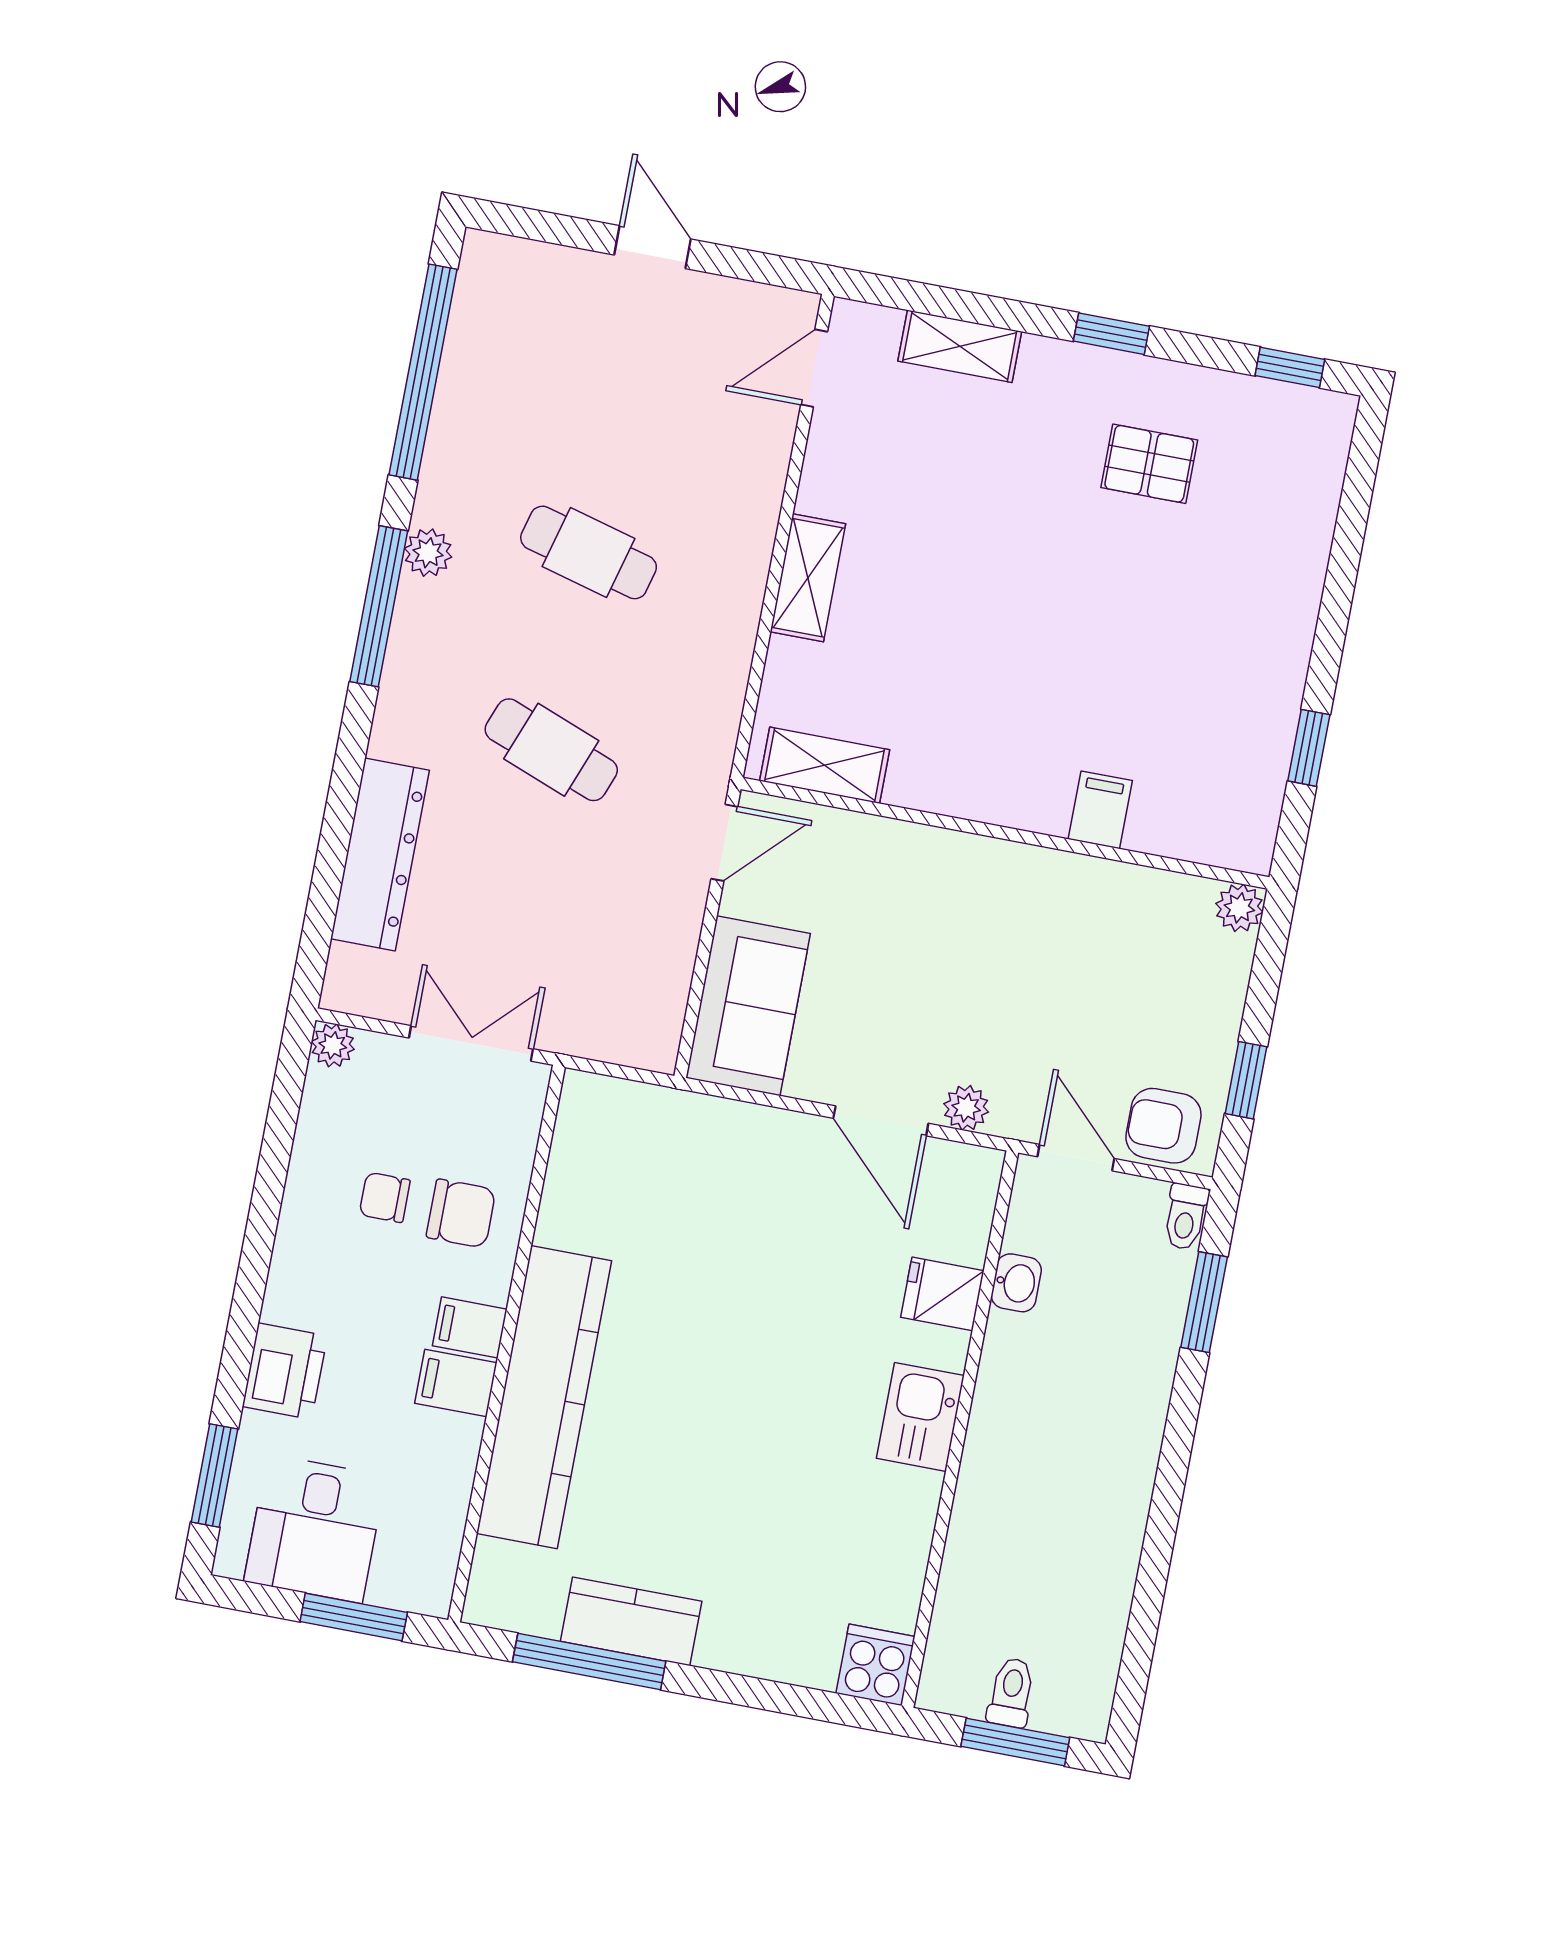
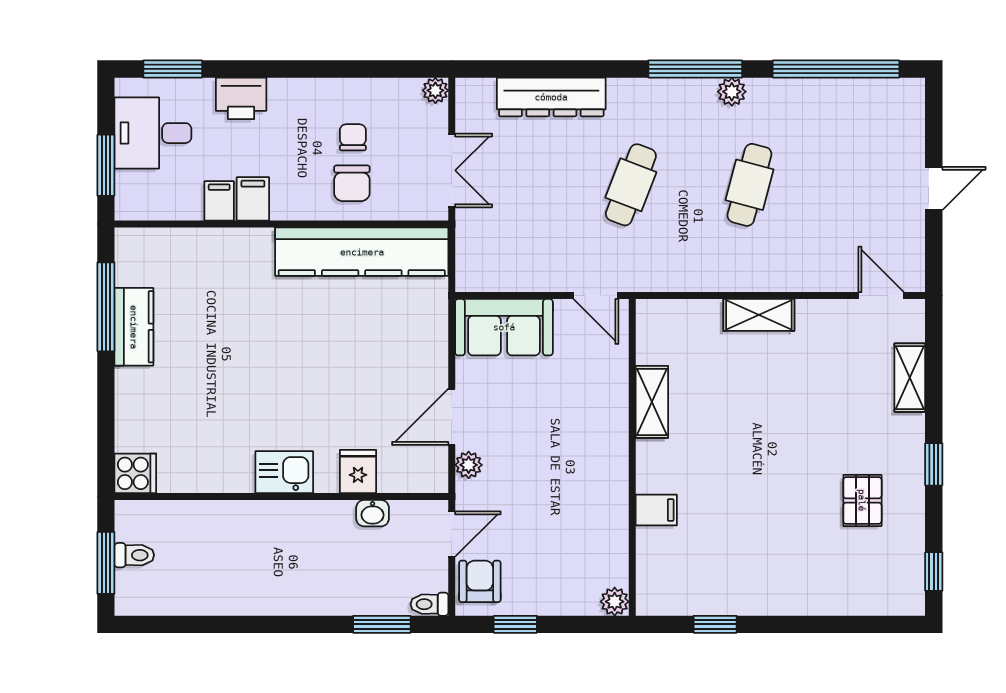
shelving: (825, 765) -> (652, 402), moved
filing cabinet: (470, 1327) -> (219, 201), moved
kitchen counter: (544, 1397) -> (362, 252), moved

